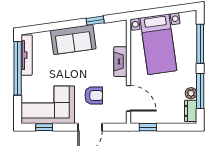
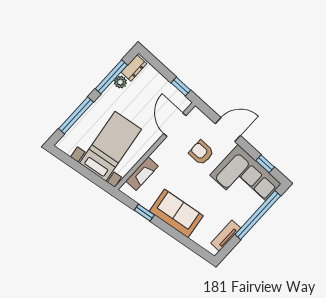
tv unit: (27, 55) -> (226, 236), width x0.71
fireplace: (120, 62) -> (142, 174), moved
window: (18, 68) -> (258, 215), moved

